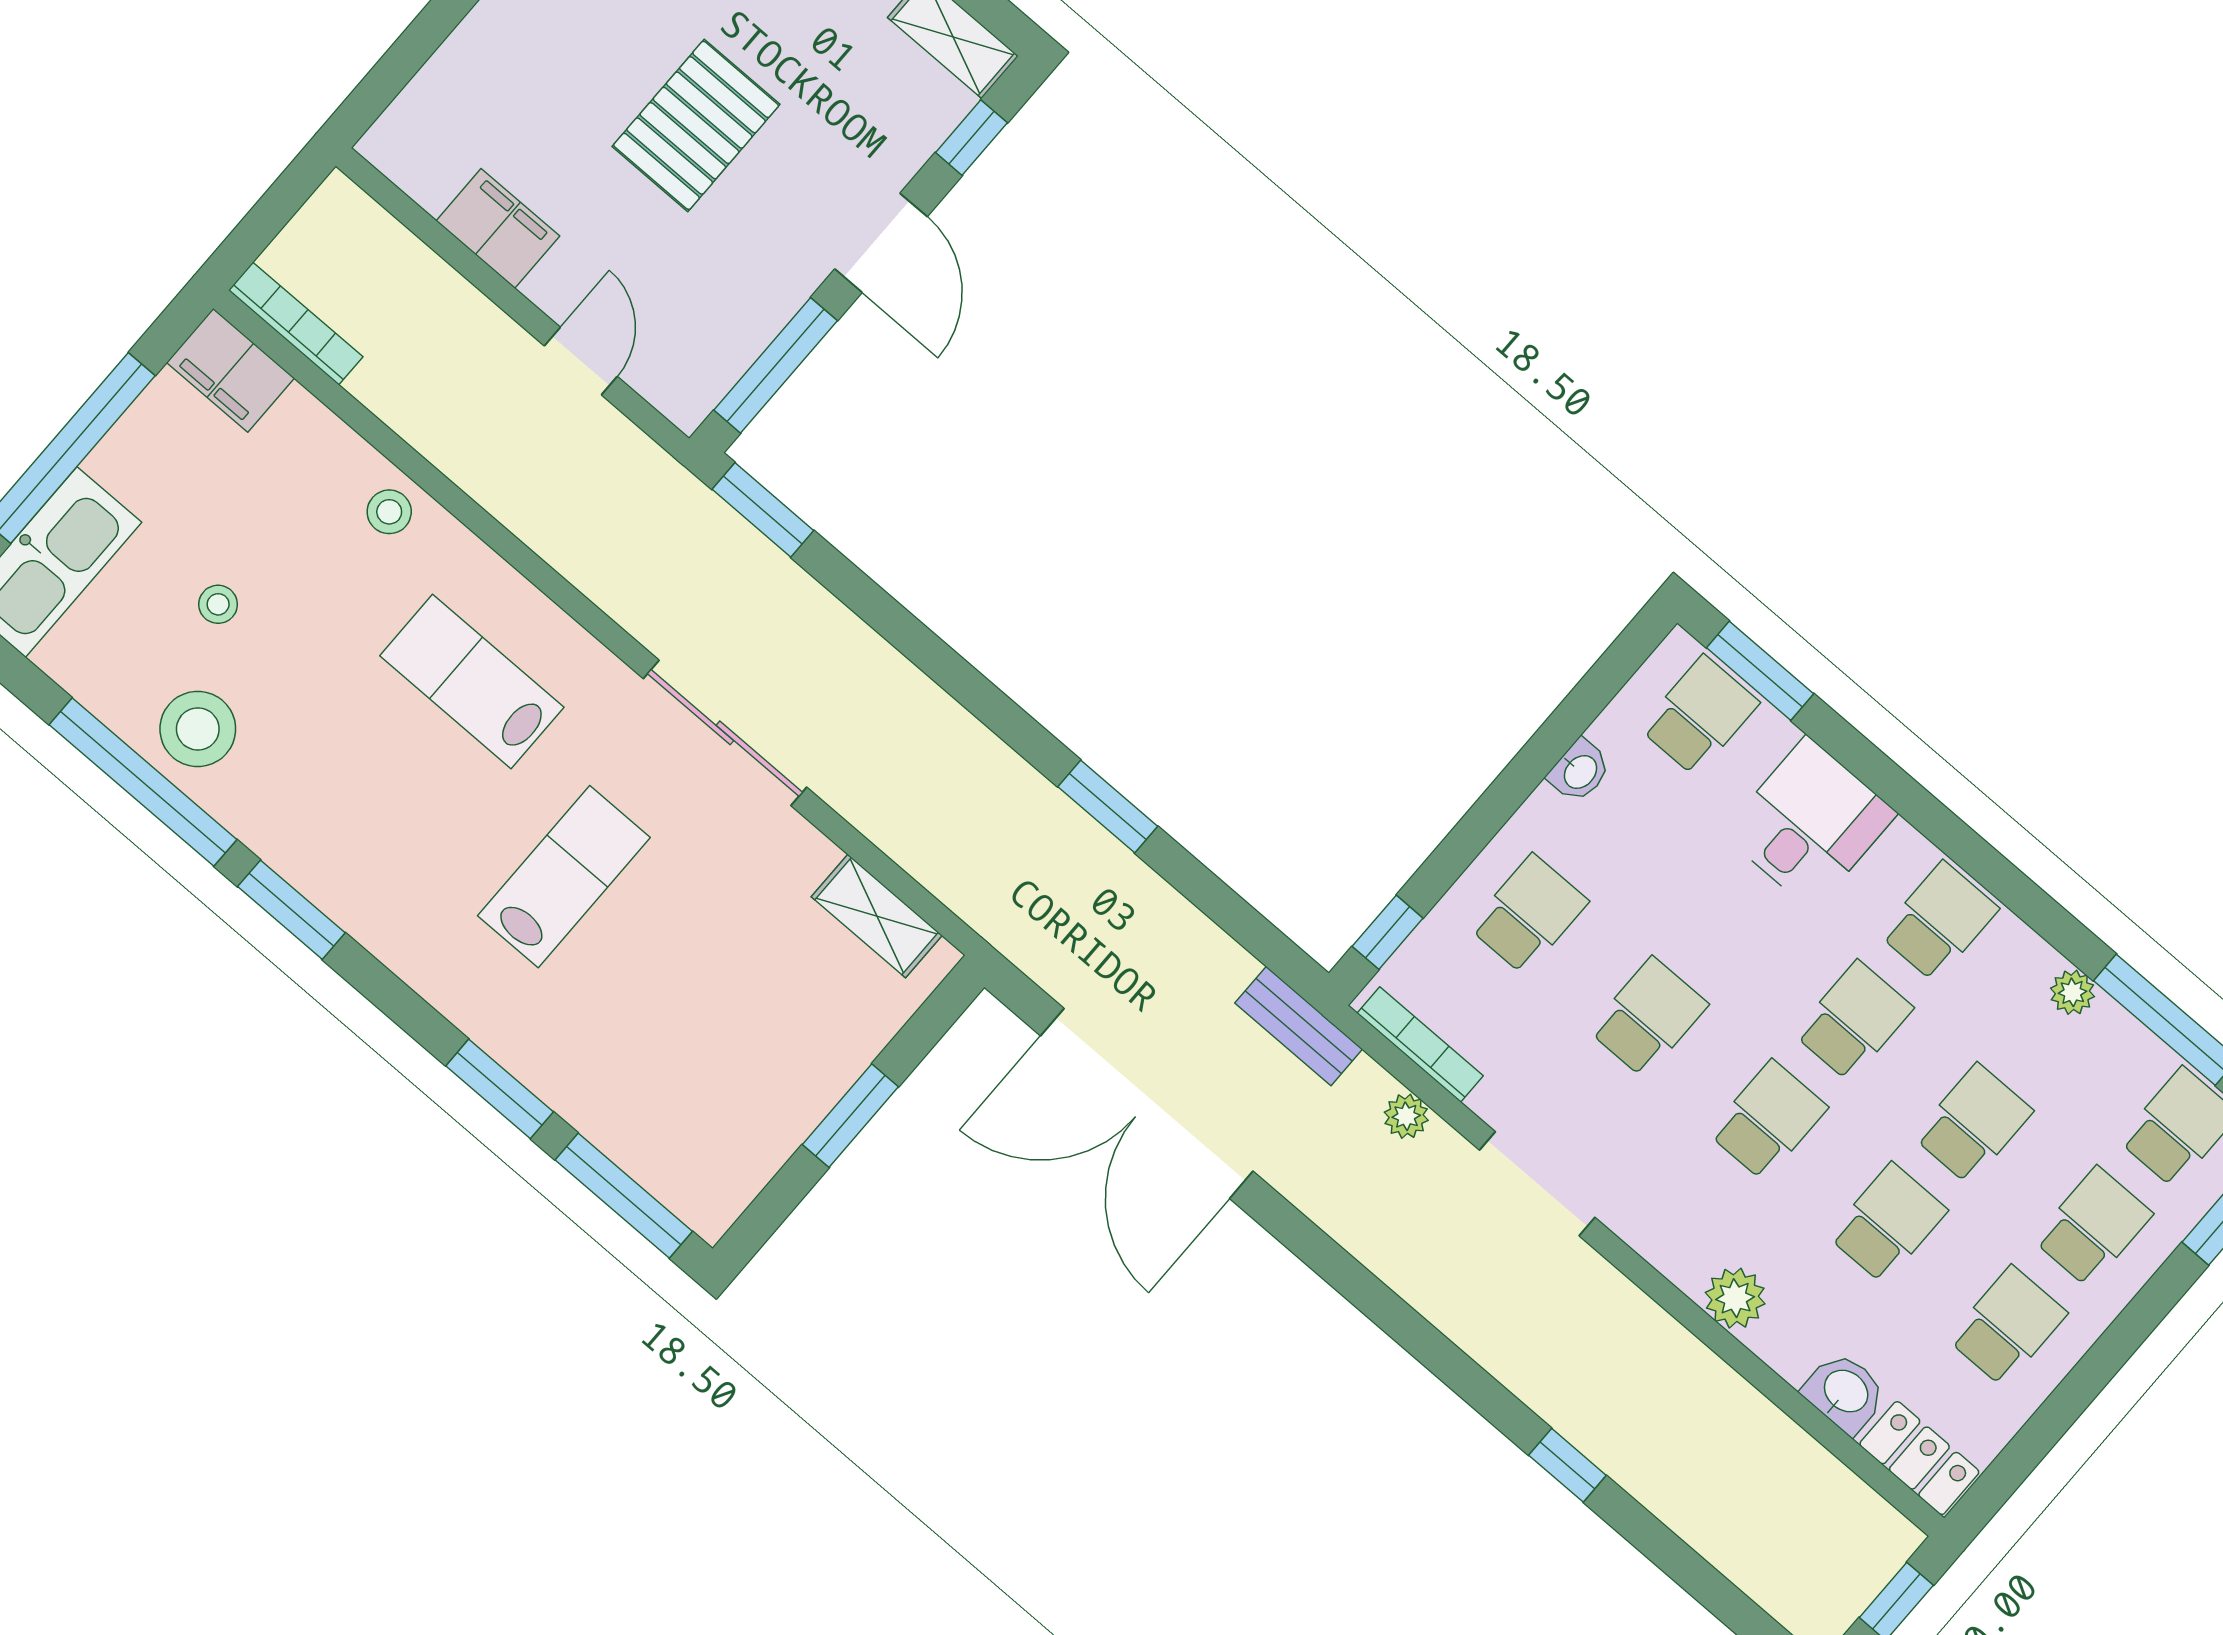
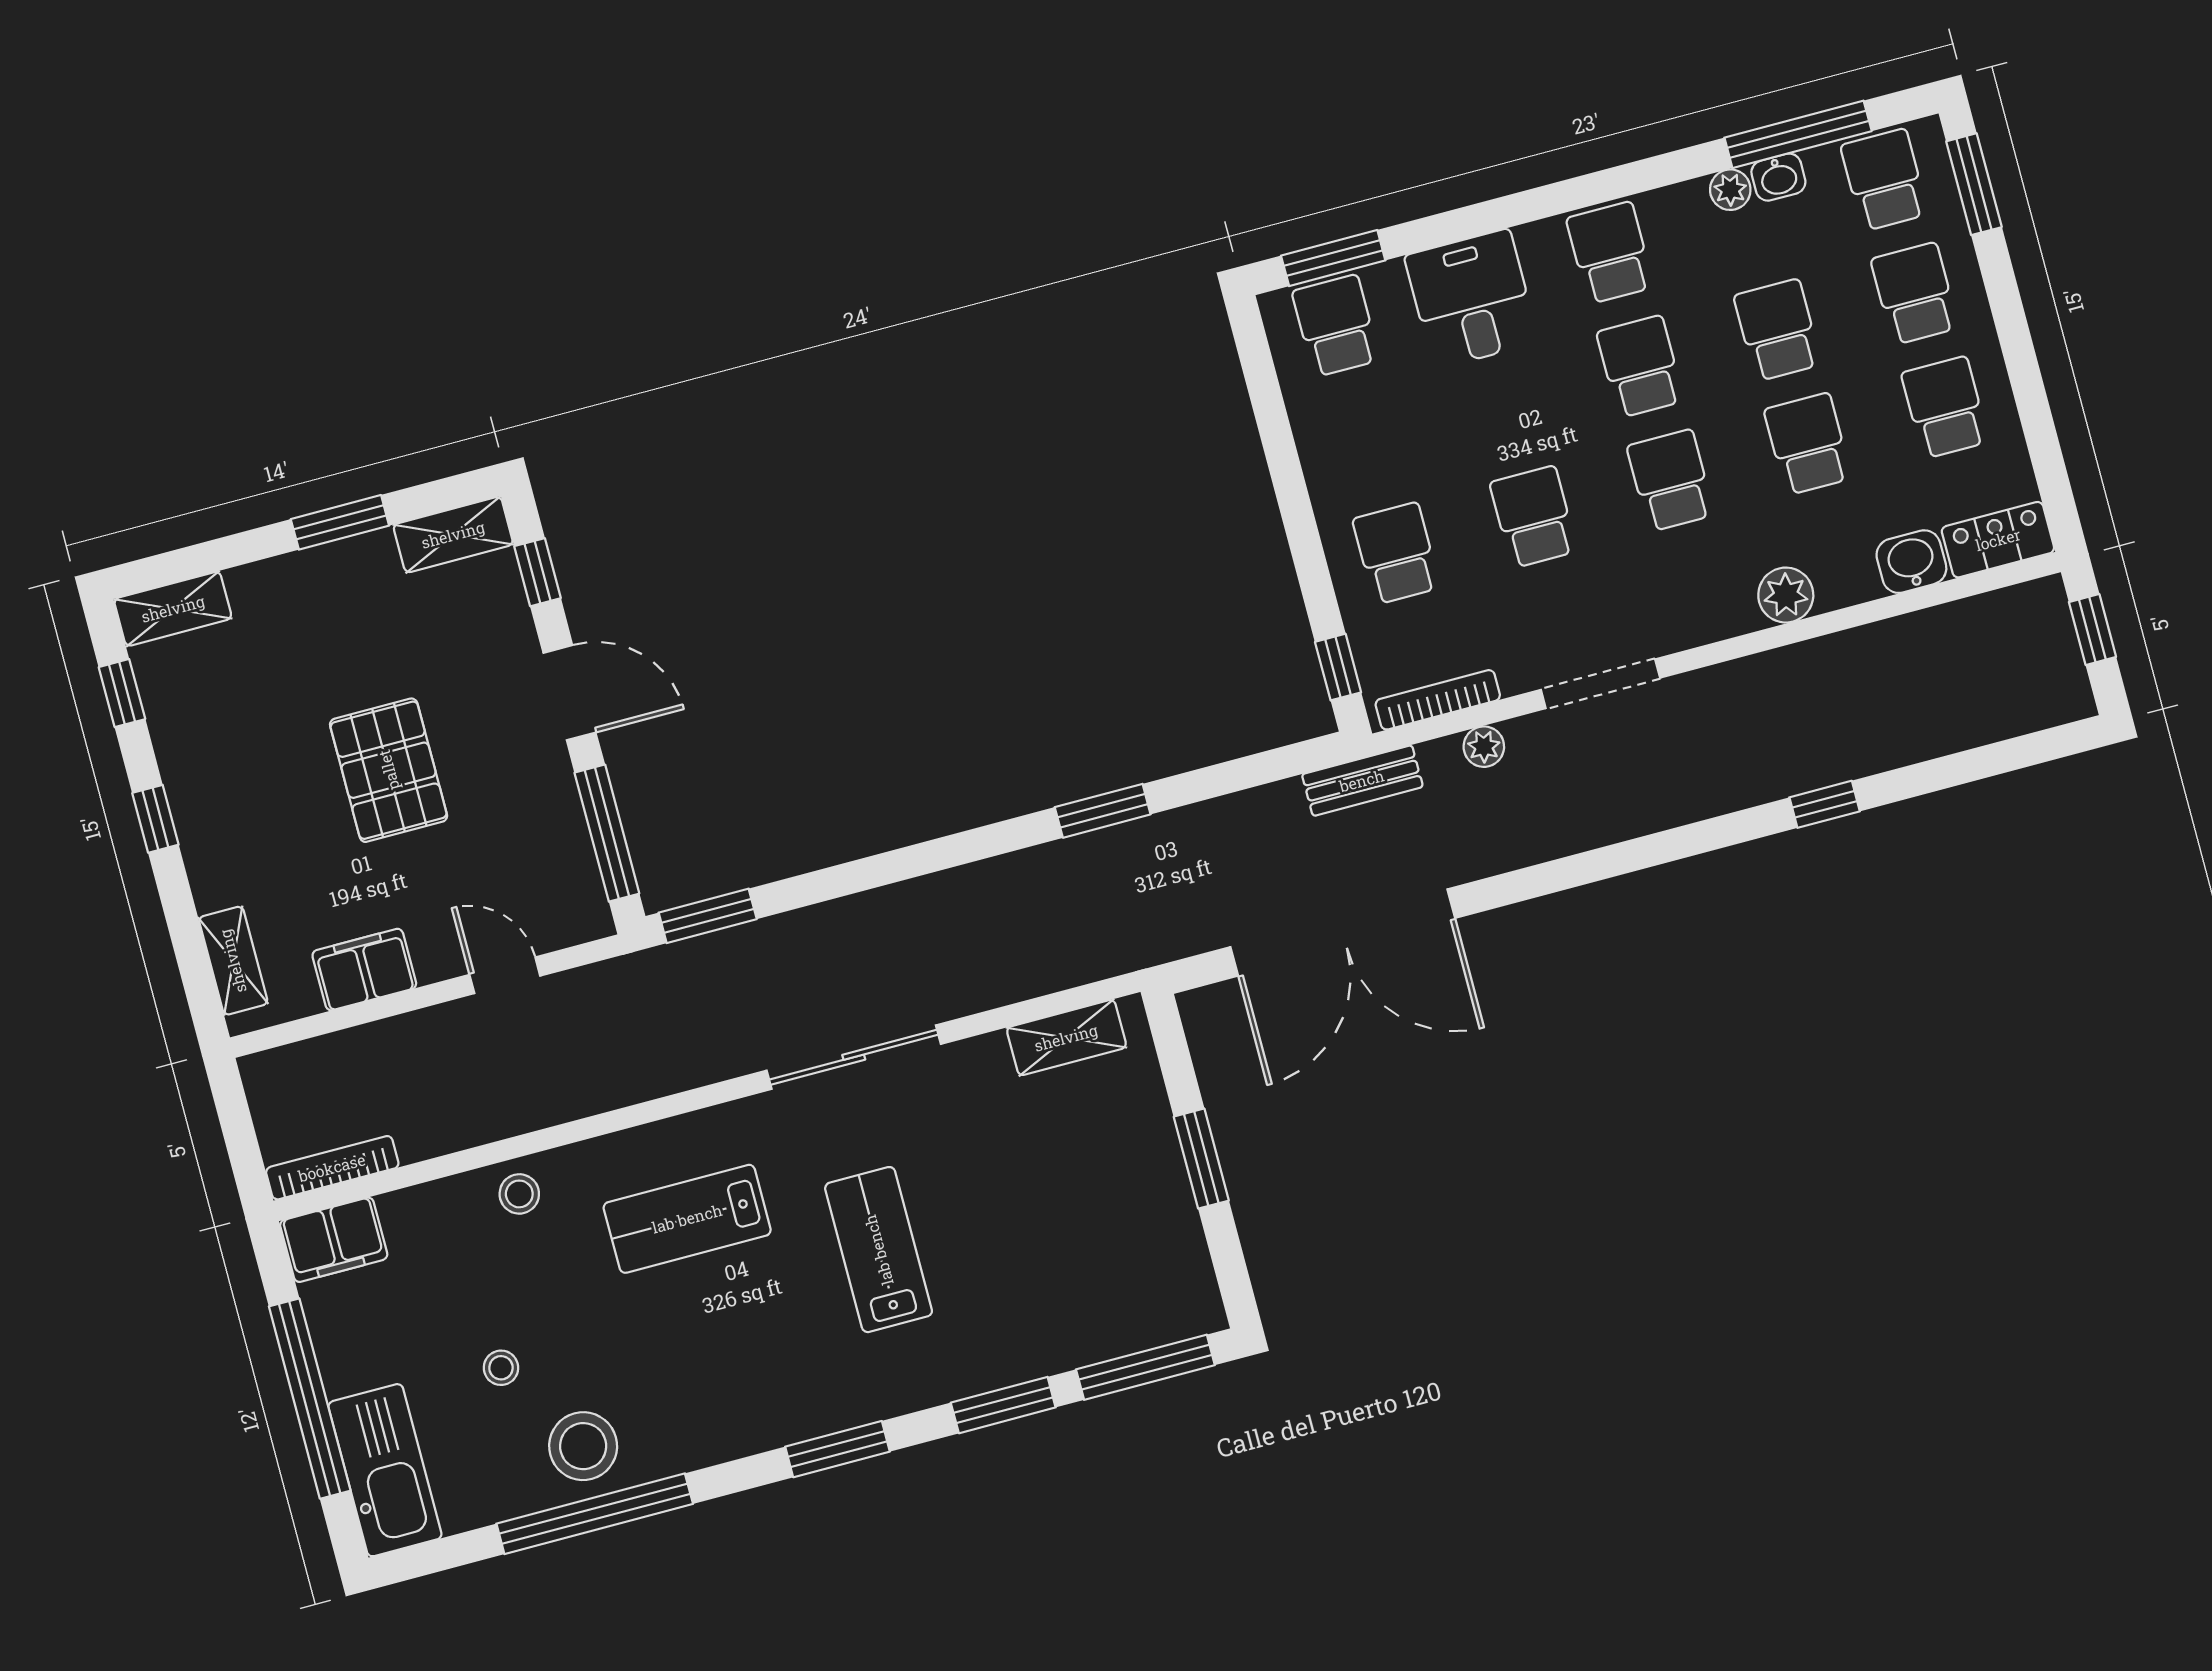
shelving: (424, 103) -> (233, 961), added
washbasin: (1579, 771) -> (1778, 177), moved, turned 90
window: (291, 910) -> (837, 1449), moved

